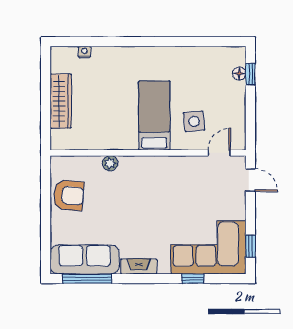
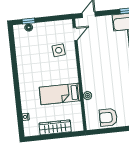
bed: (154, 116) -> (60, 94), moved
door: (219, 153) -> (75, 34), swing flipped
armchair: (69, 195) -> (108, 117), turned -95

